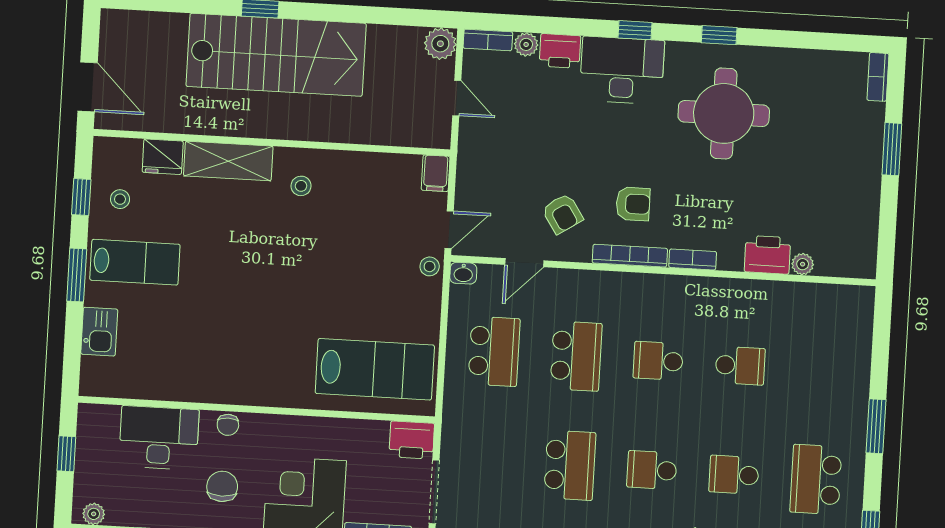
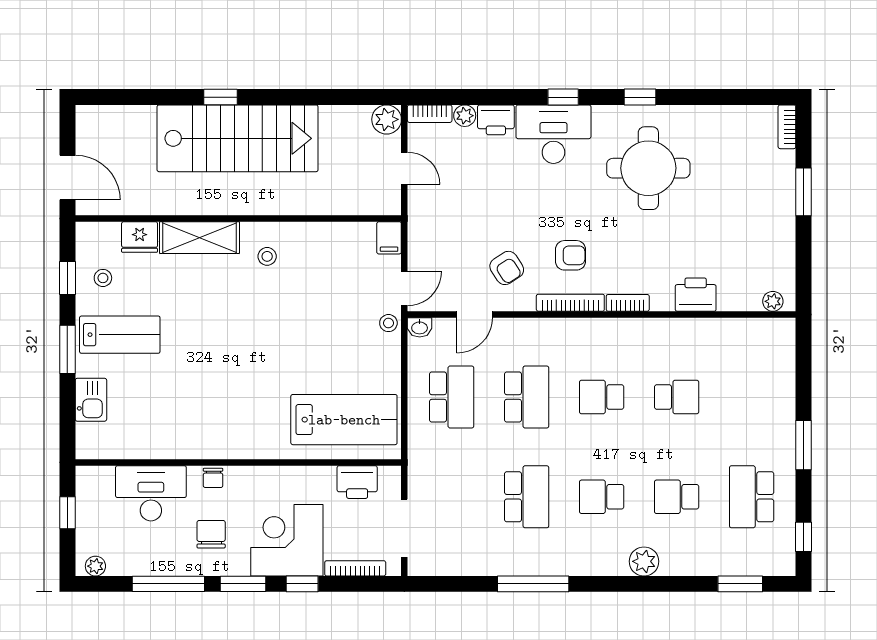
plant: (803, 264) -> (773, 301), moved
printer: (412, 440) -> (357, 482), moved

